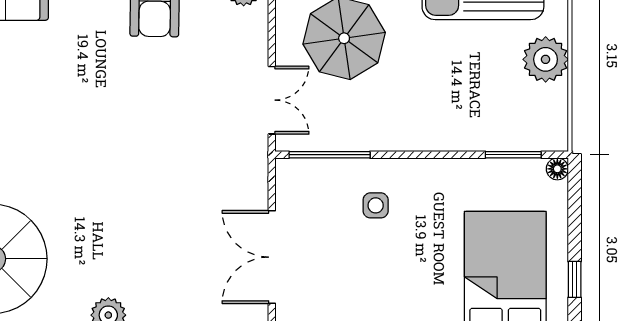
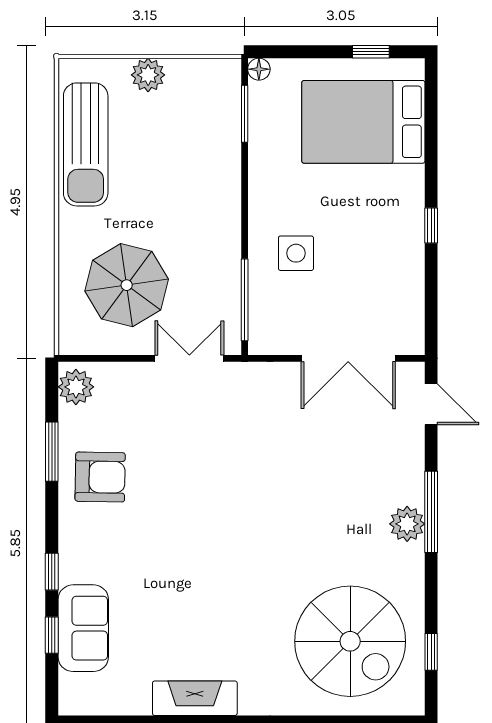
plant: (546, 59) -> (148, 75), width x0.73, depth x0.73
side table: (376, 205) -> (296, 253), width x1.37, depth x1.37

